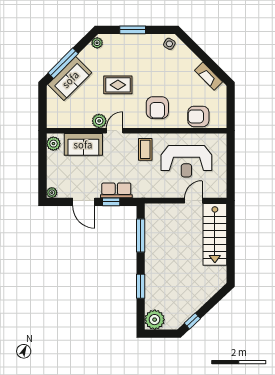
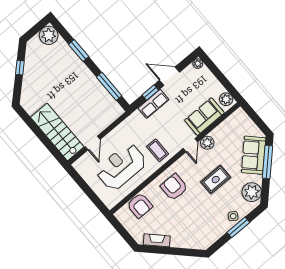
plant: (97, 43) -> (252, 192), width x1.87, depth x1.87
side table: (169, 44) -> (233, 216), moved
armchair: (198, 116) -> (140, 206), turned 90
window: (192, 321) -> (20, 68), moved

